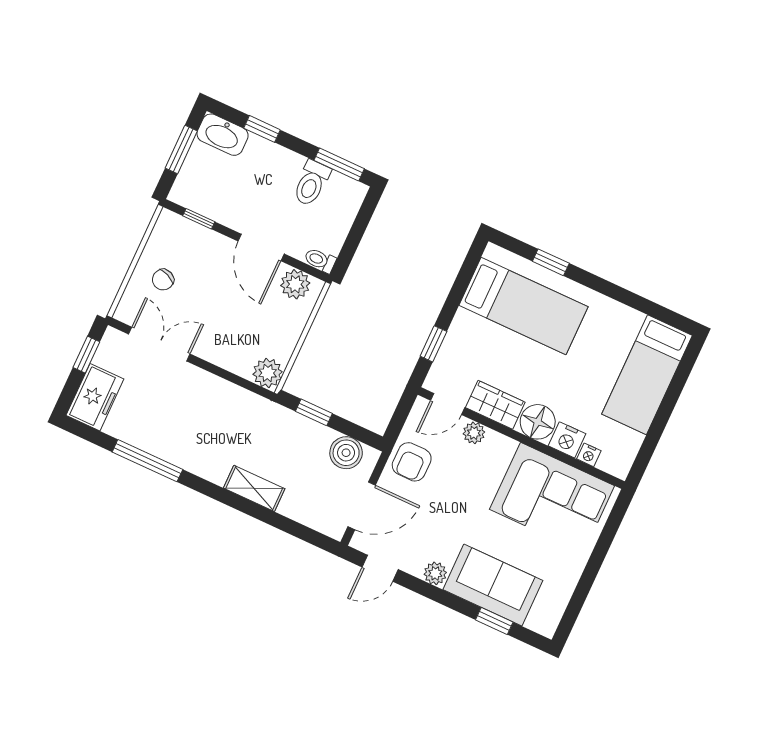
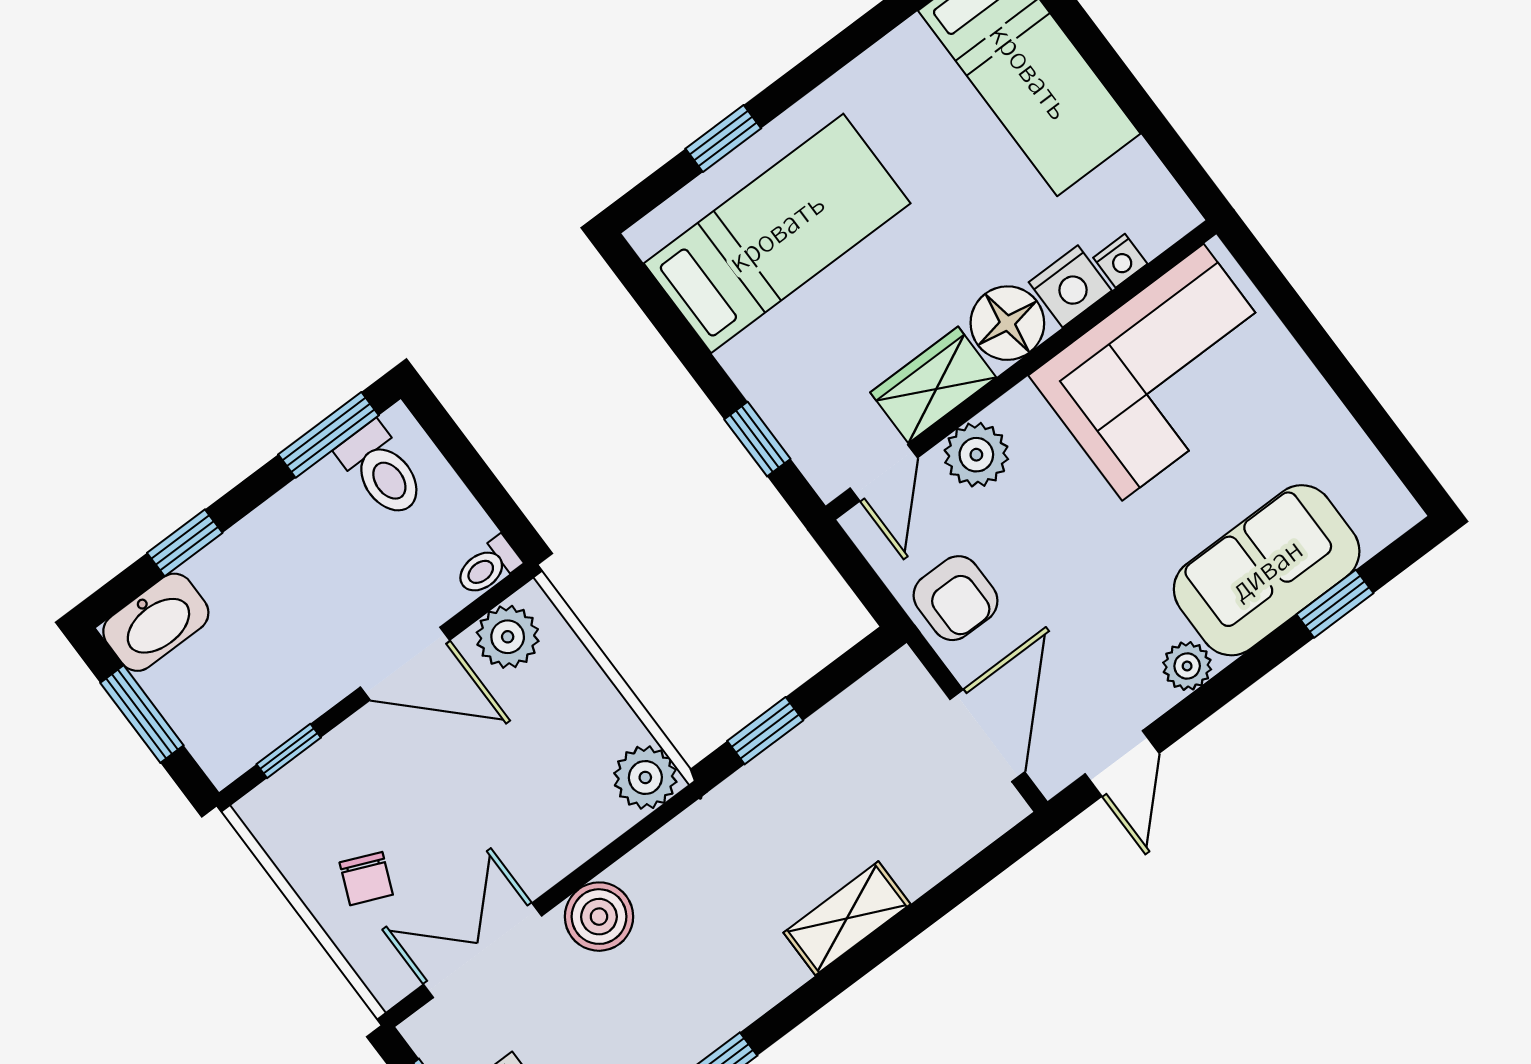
toilet: (311, 183) -> (382, 470), moved
plant: (474, 433) -> (976, 455), width x1.38, depth x1.38
boiler: (346, 453) -> (599, 917), moved

